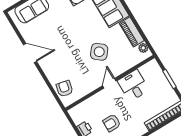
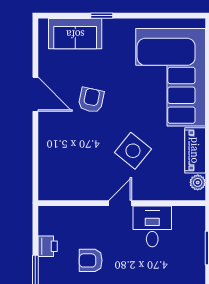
armchair: (65, 89) -> (91, 100), moved

